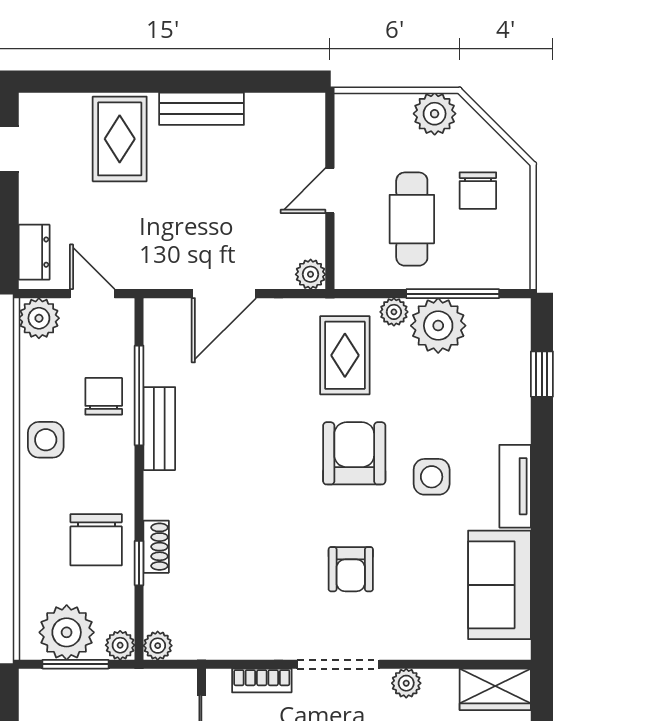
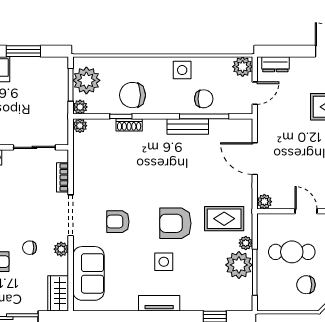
armchair: (354, 453) -> (175, 223), turned 180
sofa: (500, 585) -> (88, 273), moved, turned 90

